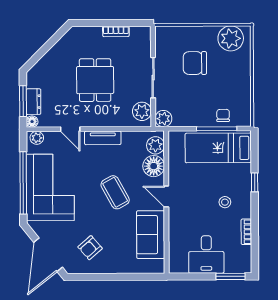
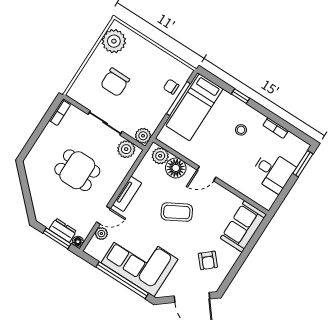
bookcase: (116, 31) -> (60, 113), moved
plant: (37, 138) -> (101, 234), moved
sofa: (151, 235) -> (243, 226), moved, turned 90

